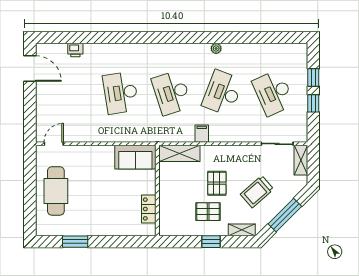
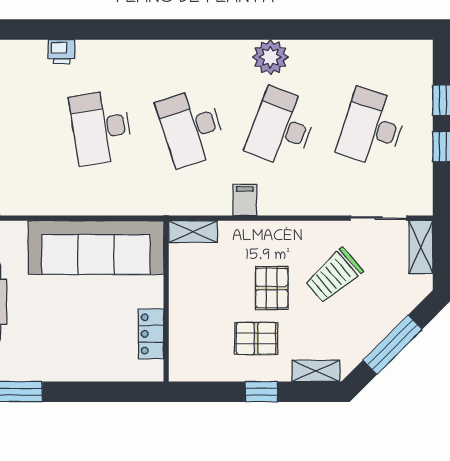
plant: (216, 48) -> (270, 57), width x1.88, depth x1.88
printer: (75, 50) -> (61, 52), moved
desk: (273, 93) -> (372, 128), turned 42
shelving: (179, 153) -> (193, 232), width x0.67, depth x0.75
sofa: (135, 157) -> (96, 248), width x1.85, depth x1.27
trolley: (257, 192) -> (334, 276), moved

